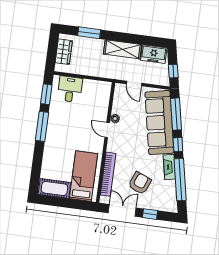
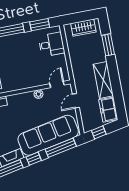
door: (107, 130) -> (57, 84), moved

